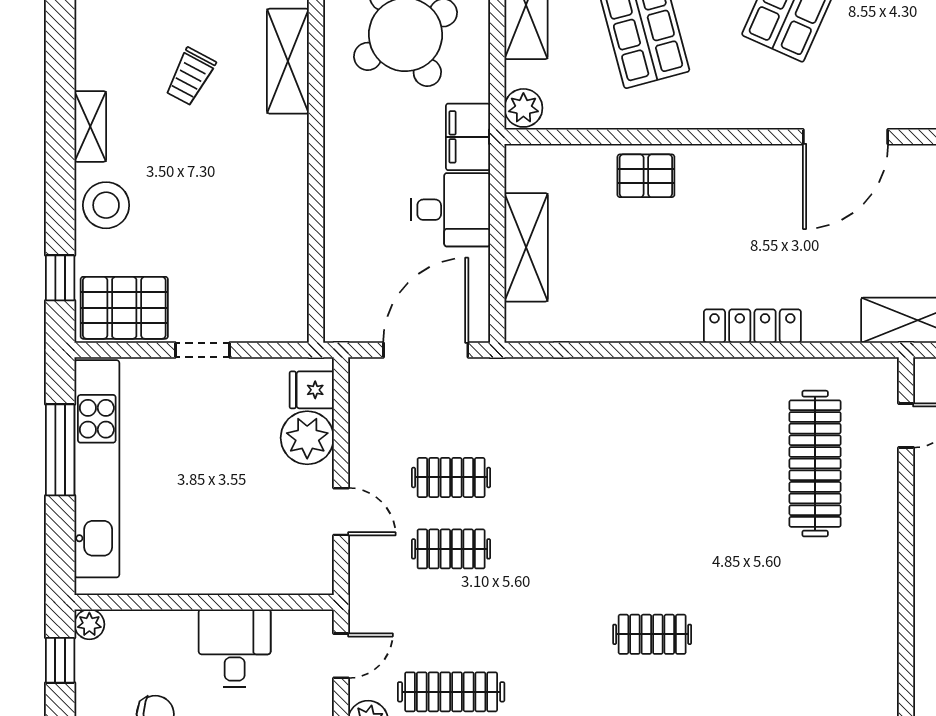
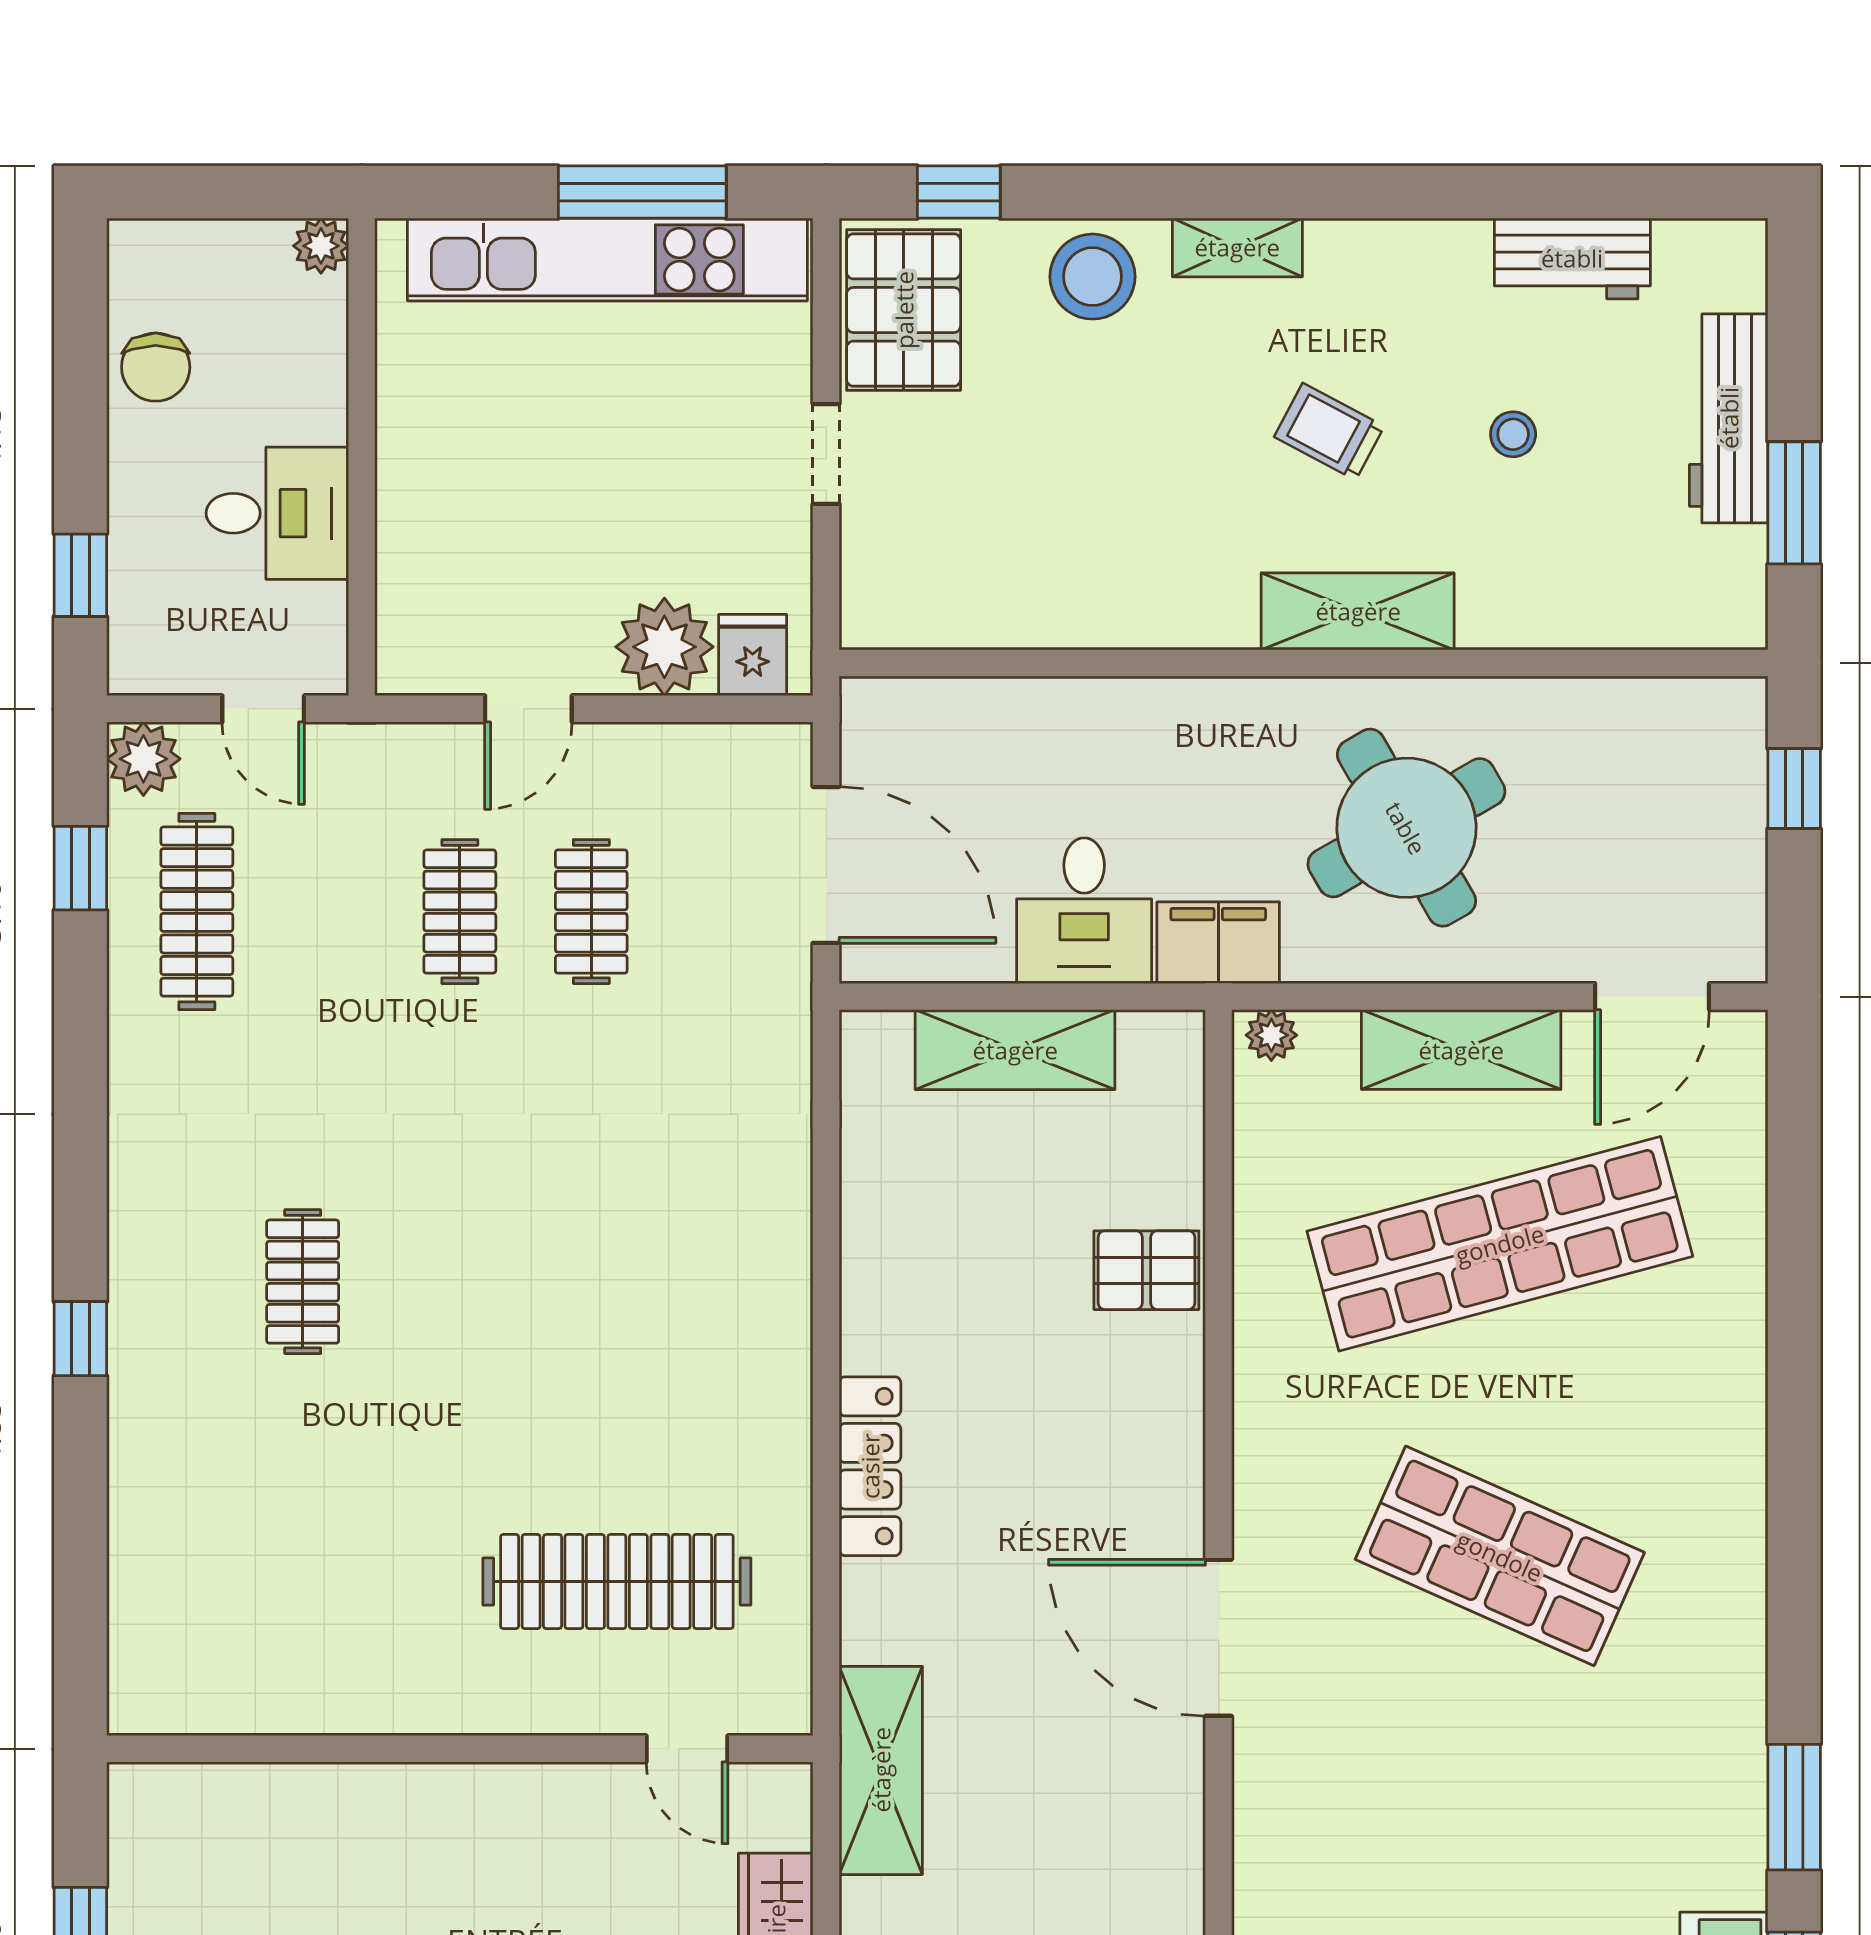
plant: (523, 108) -> (1271, 1035), width x0.73, depth x0.73
pallet: (646, 176) -> (1146, 1270), turned 90
window: (60, 660) -> (255, 192), removed

